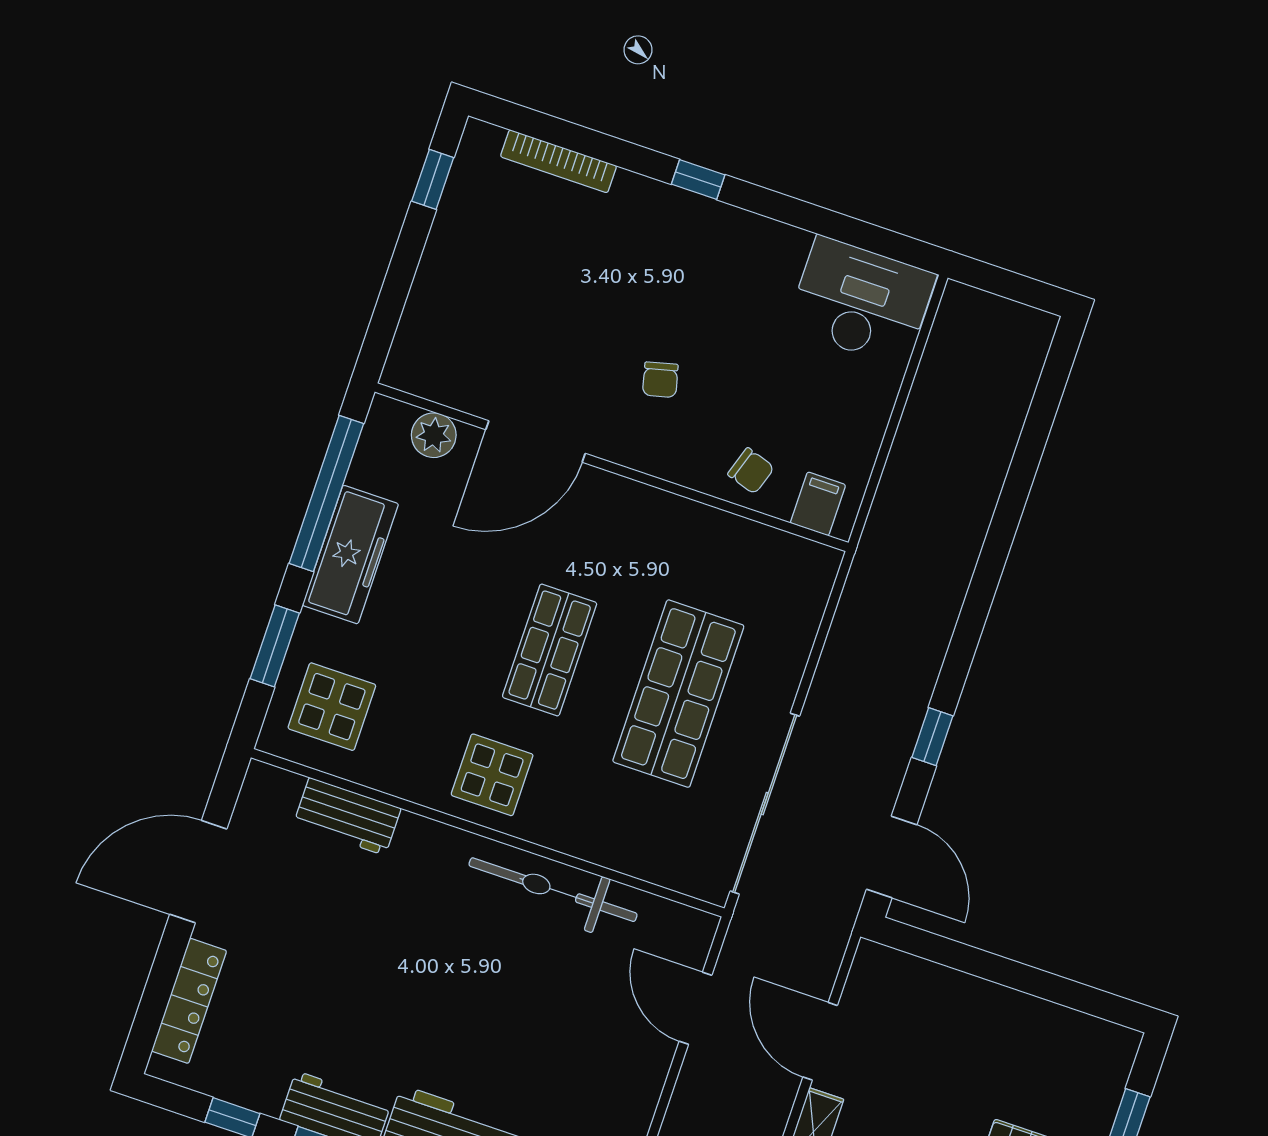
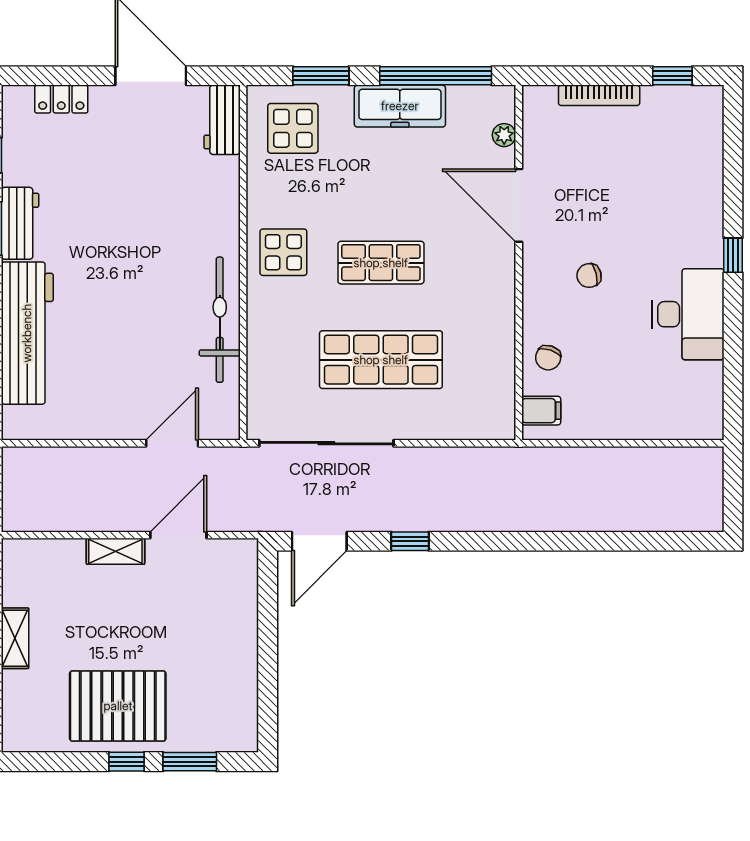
bookcase: (559, 161) -> (599, 95), moved, turned -90
desk: (861, 301) -> (688, 314), moved
plant: (434, 435) -> (504, 135), width x0.73, depth x0.73
workbench: (347, 816) -> (222, 120), moved
locker: (189, 1001) -> (61, 99), width x0.66

